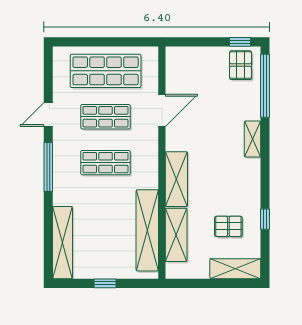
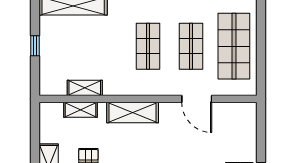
shelving: (147, 230) -> (85, 88), width x0.45, depth x0.75
shelving: (176, 235) -> (80, 110), width x0.67, depth x0.75

